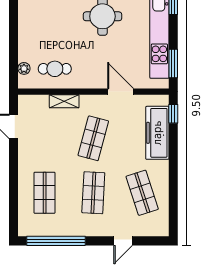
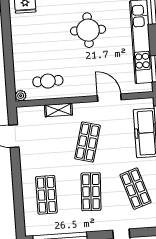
plant: (24, 68) -> (21, 96), moved

